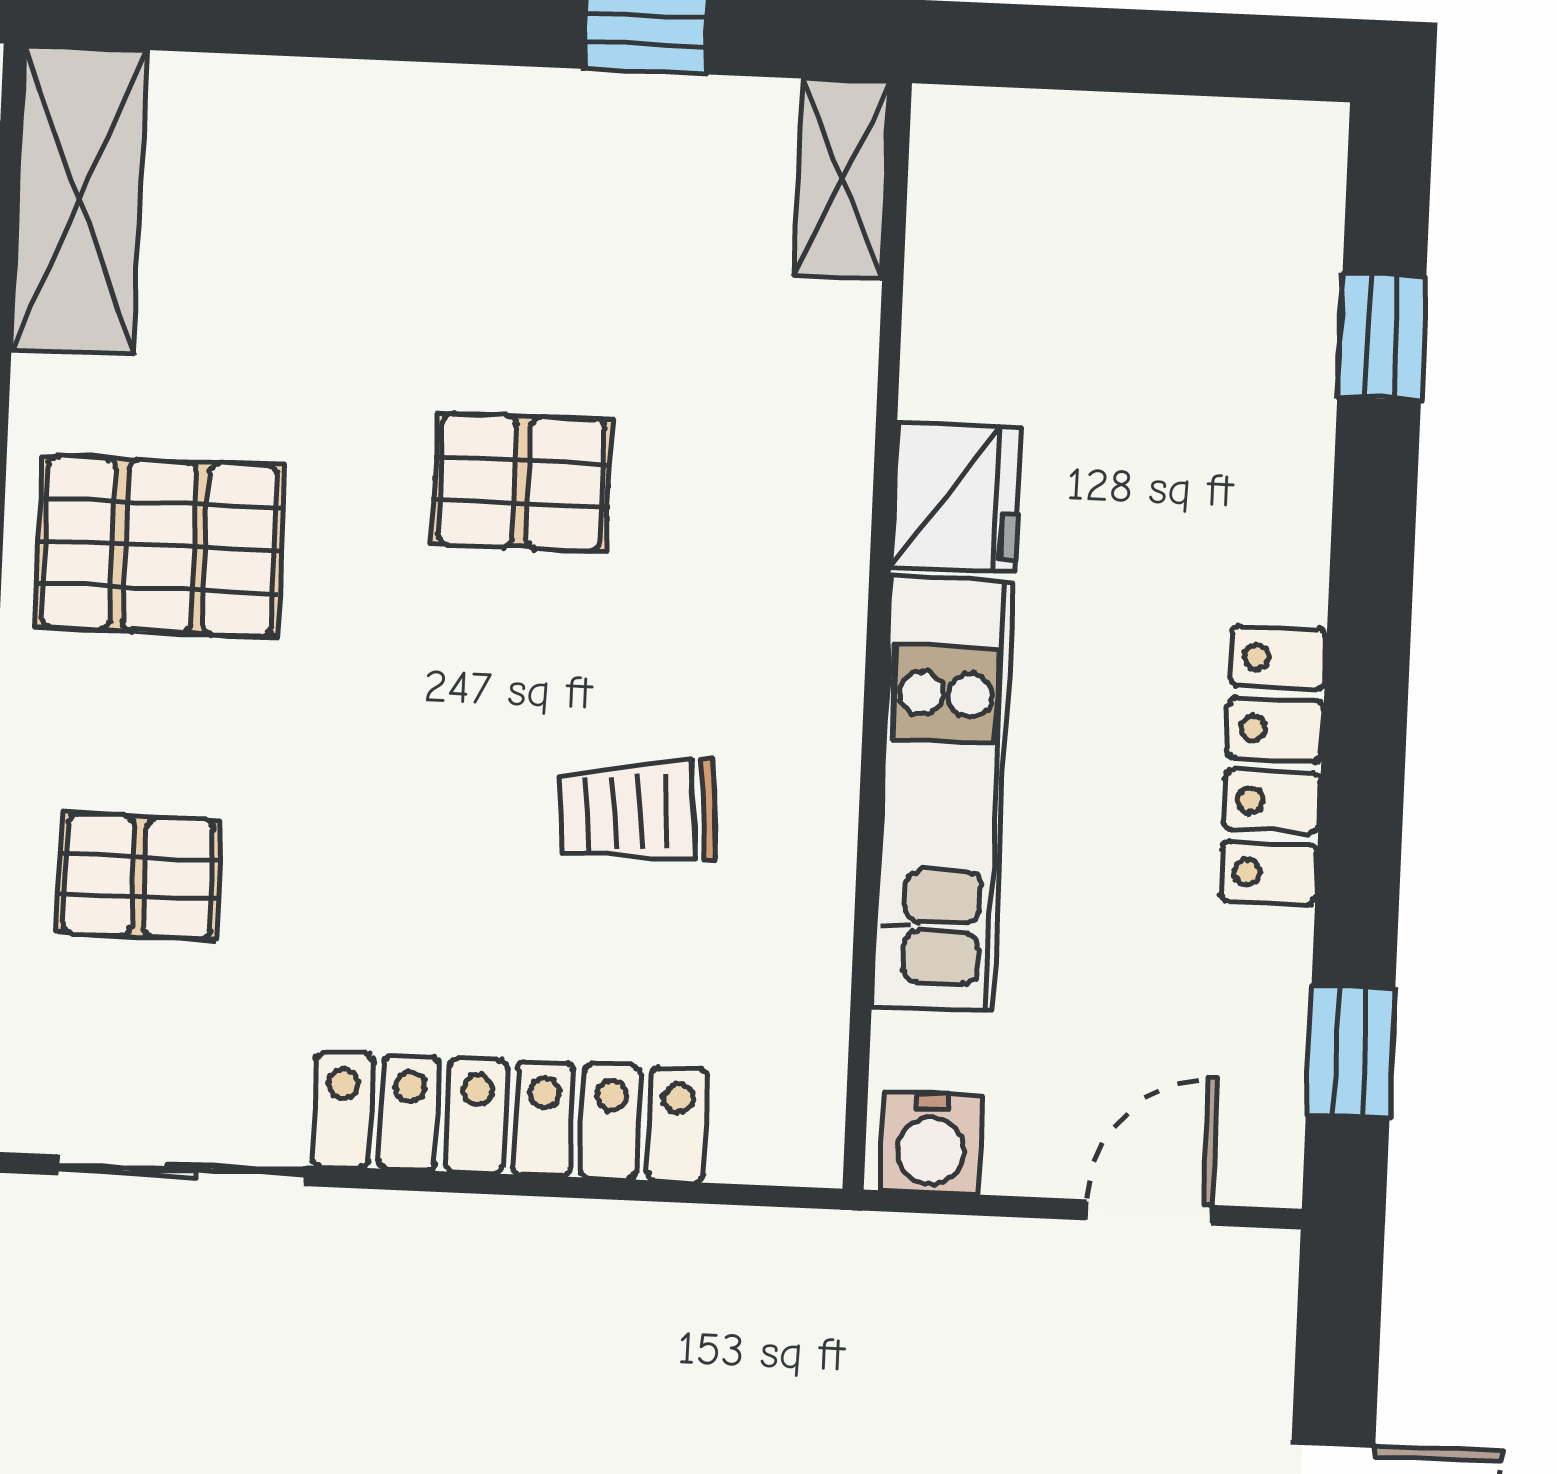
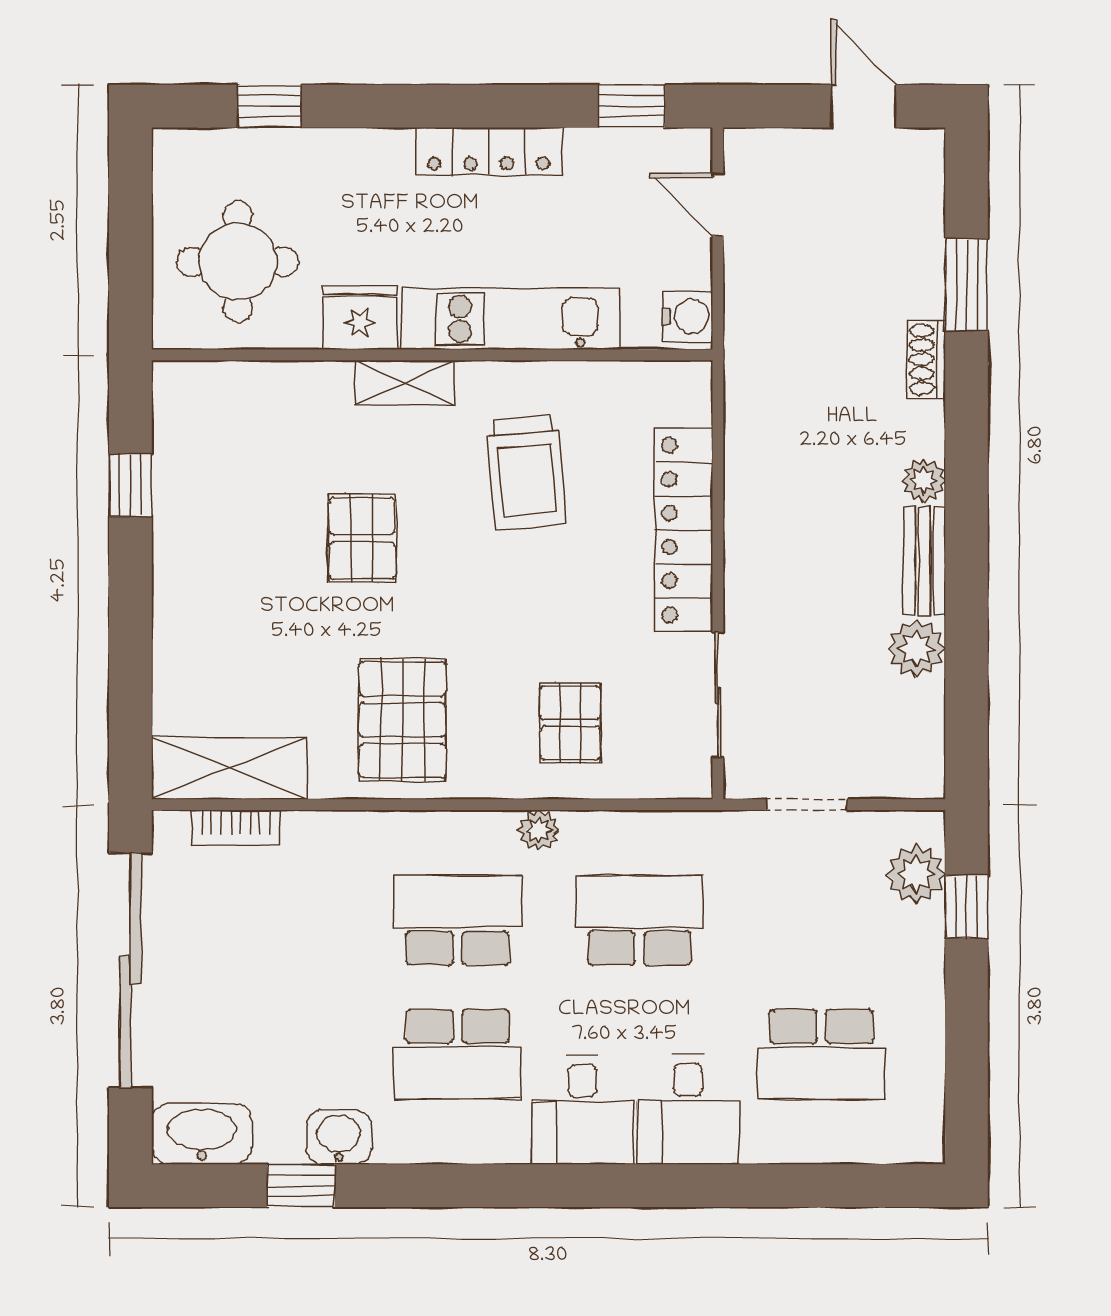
shelving: (842, 179) -> (405, 383), moved
round table: (1077, 261) -> (238, 262), added
trolley: (637, 812) -> (526, 472), width x1.36, depth x1.39

